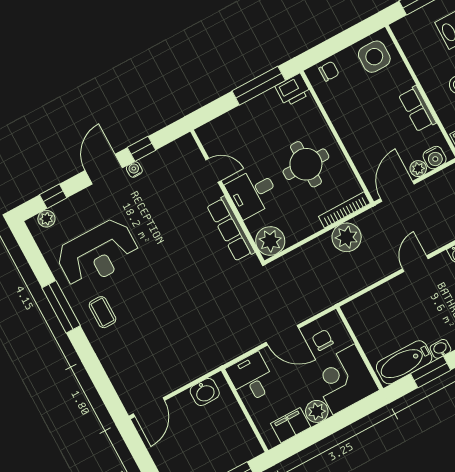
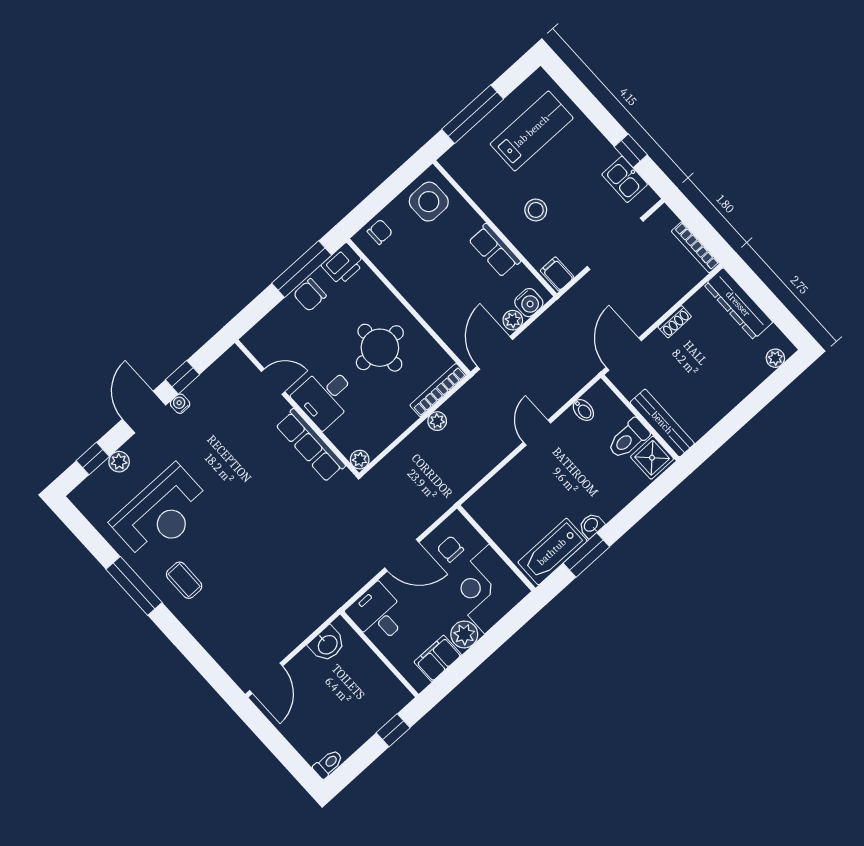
chair: (260, 108) -> (310, 295), added
plant: (46, 219) -> (119, 462), moved
plant: (347, 237) -> (437, 421), width x0.53, depth x0.53
plant: (270, 241) -> (360, 460), width x0.53, depth x0.53

